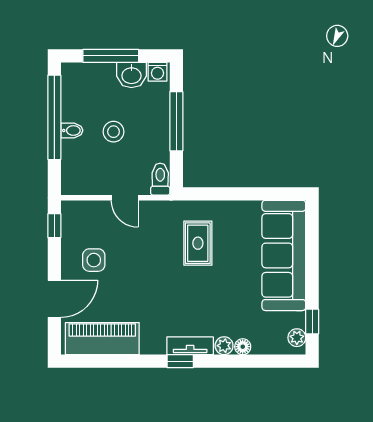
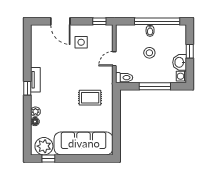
window: (111, 56) -> (190, 51), width x0.46
plant: (297, 338) -> (44, 146), width x1.87, depth x1.87
piano: (102, 339) -> (39, 47), removed
tv unit: (190, 346) -> (35, 80), moved

